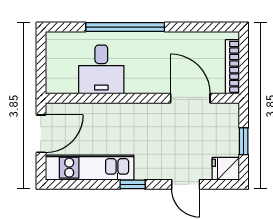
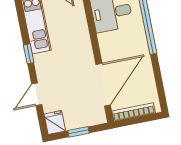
door: (190, 98) -> (103, 85), width x1.36

